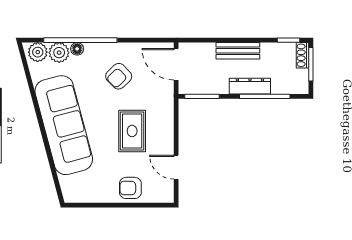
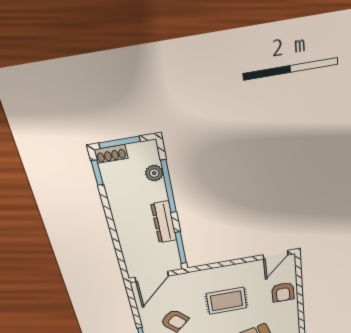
bench: (238, 51) -> (123, 223), removed
dresser: (250, 86) -> (164, 222), moved
plant: (279, 87) -> (154, 173), added
door: (176, 167) -> (276, 255), moved

